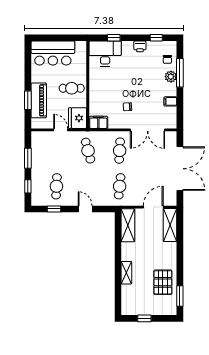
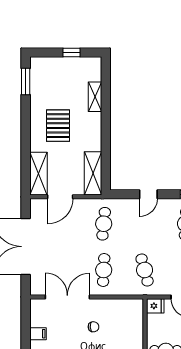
fridge: (78, 118) -> (155, 306), width x0.53, depth x0.75
filing cabinet: (98, 122) -> (131, 307), removed
door: (85, 209) -> (148, 194), hinge flipped
shelving: (126, 273) -> (95, 97), moved
pallet: (163, 282) -> (58, 126), moved

